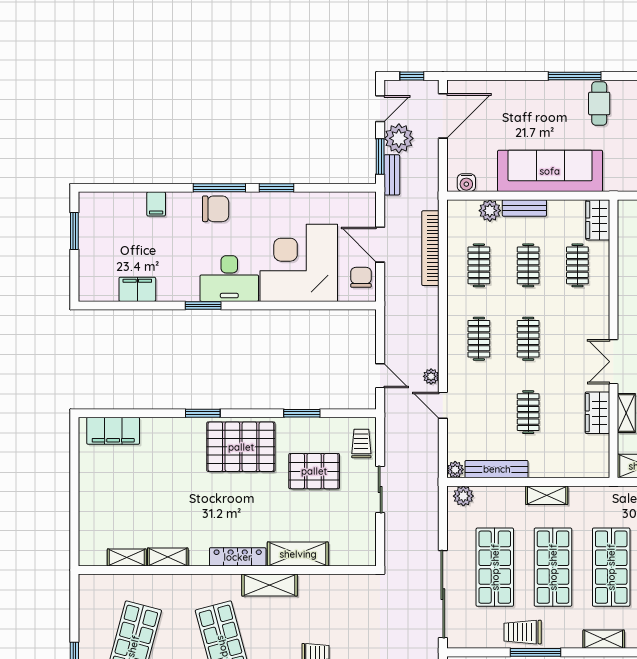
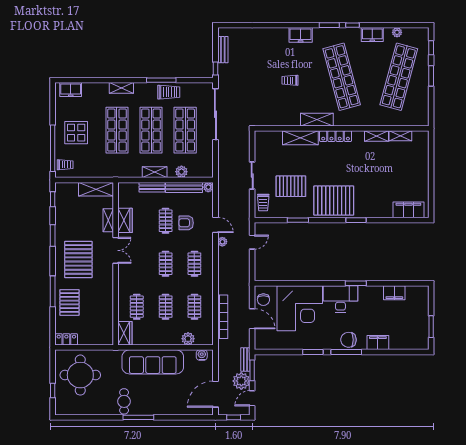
filing cabinet: (156, 204) -> (378, 343), width x2.00
bench: (524, 208) -> (152, 187), moved
door: (380, 376) -> (252, 242), swing flipped
armchair: (493, 409) -> (186, 223), added
plant: (463, 496) -> (181, 172), moved

